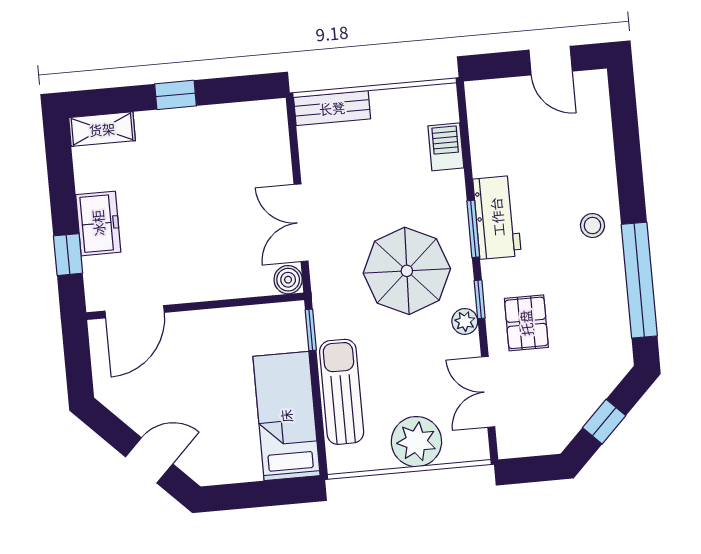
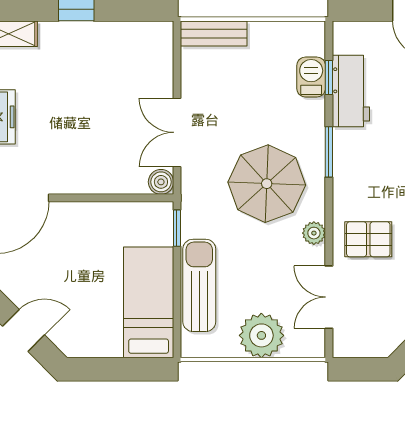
workbench: (497, 217) -> (351, 91), moved
window: (480, 299) -> (329, 77), moved
pallet: (526, 323) -> (368, 239), turned 90

